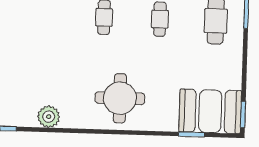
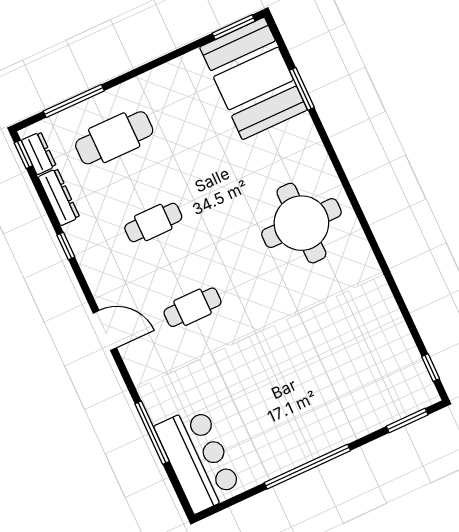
plant: (49, 117) -> (382, 316), removed

